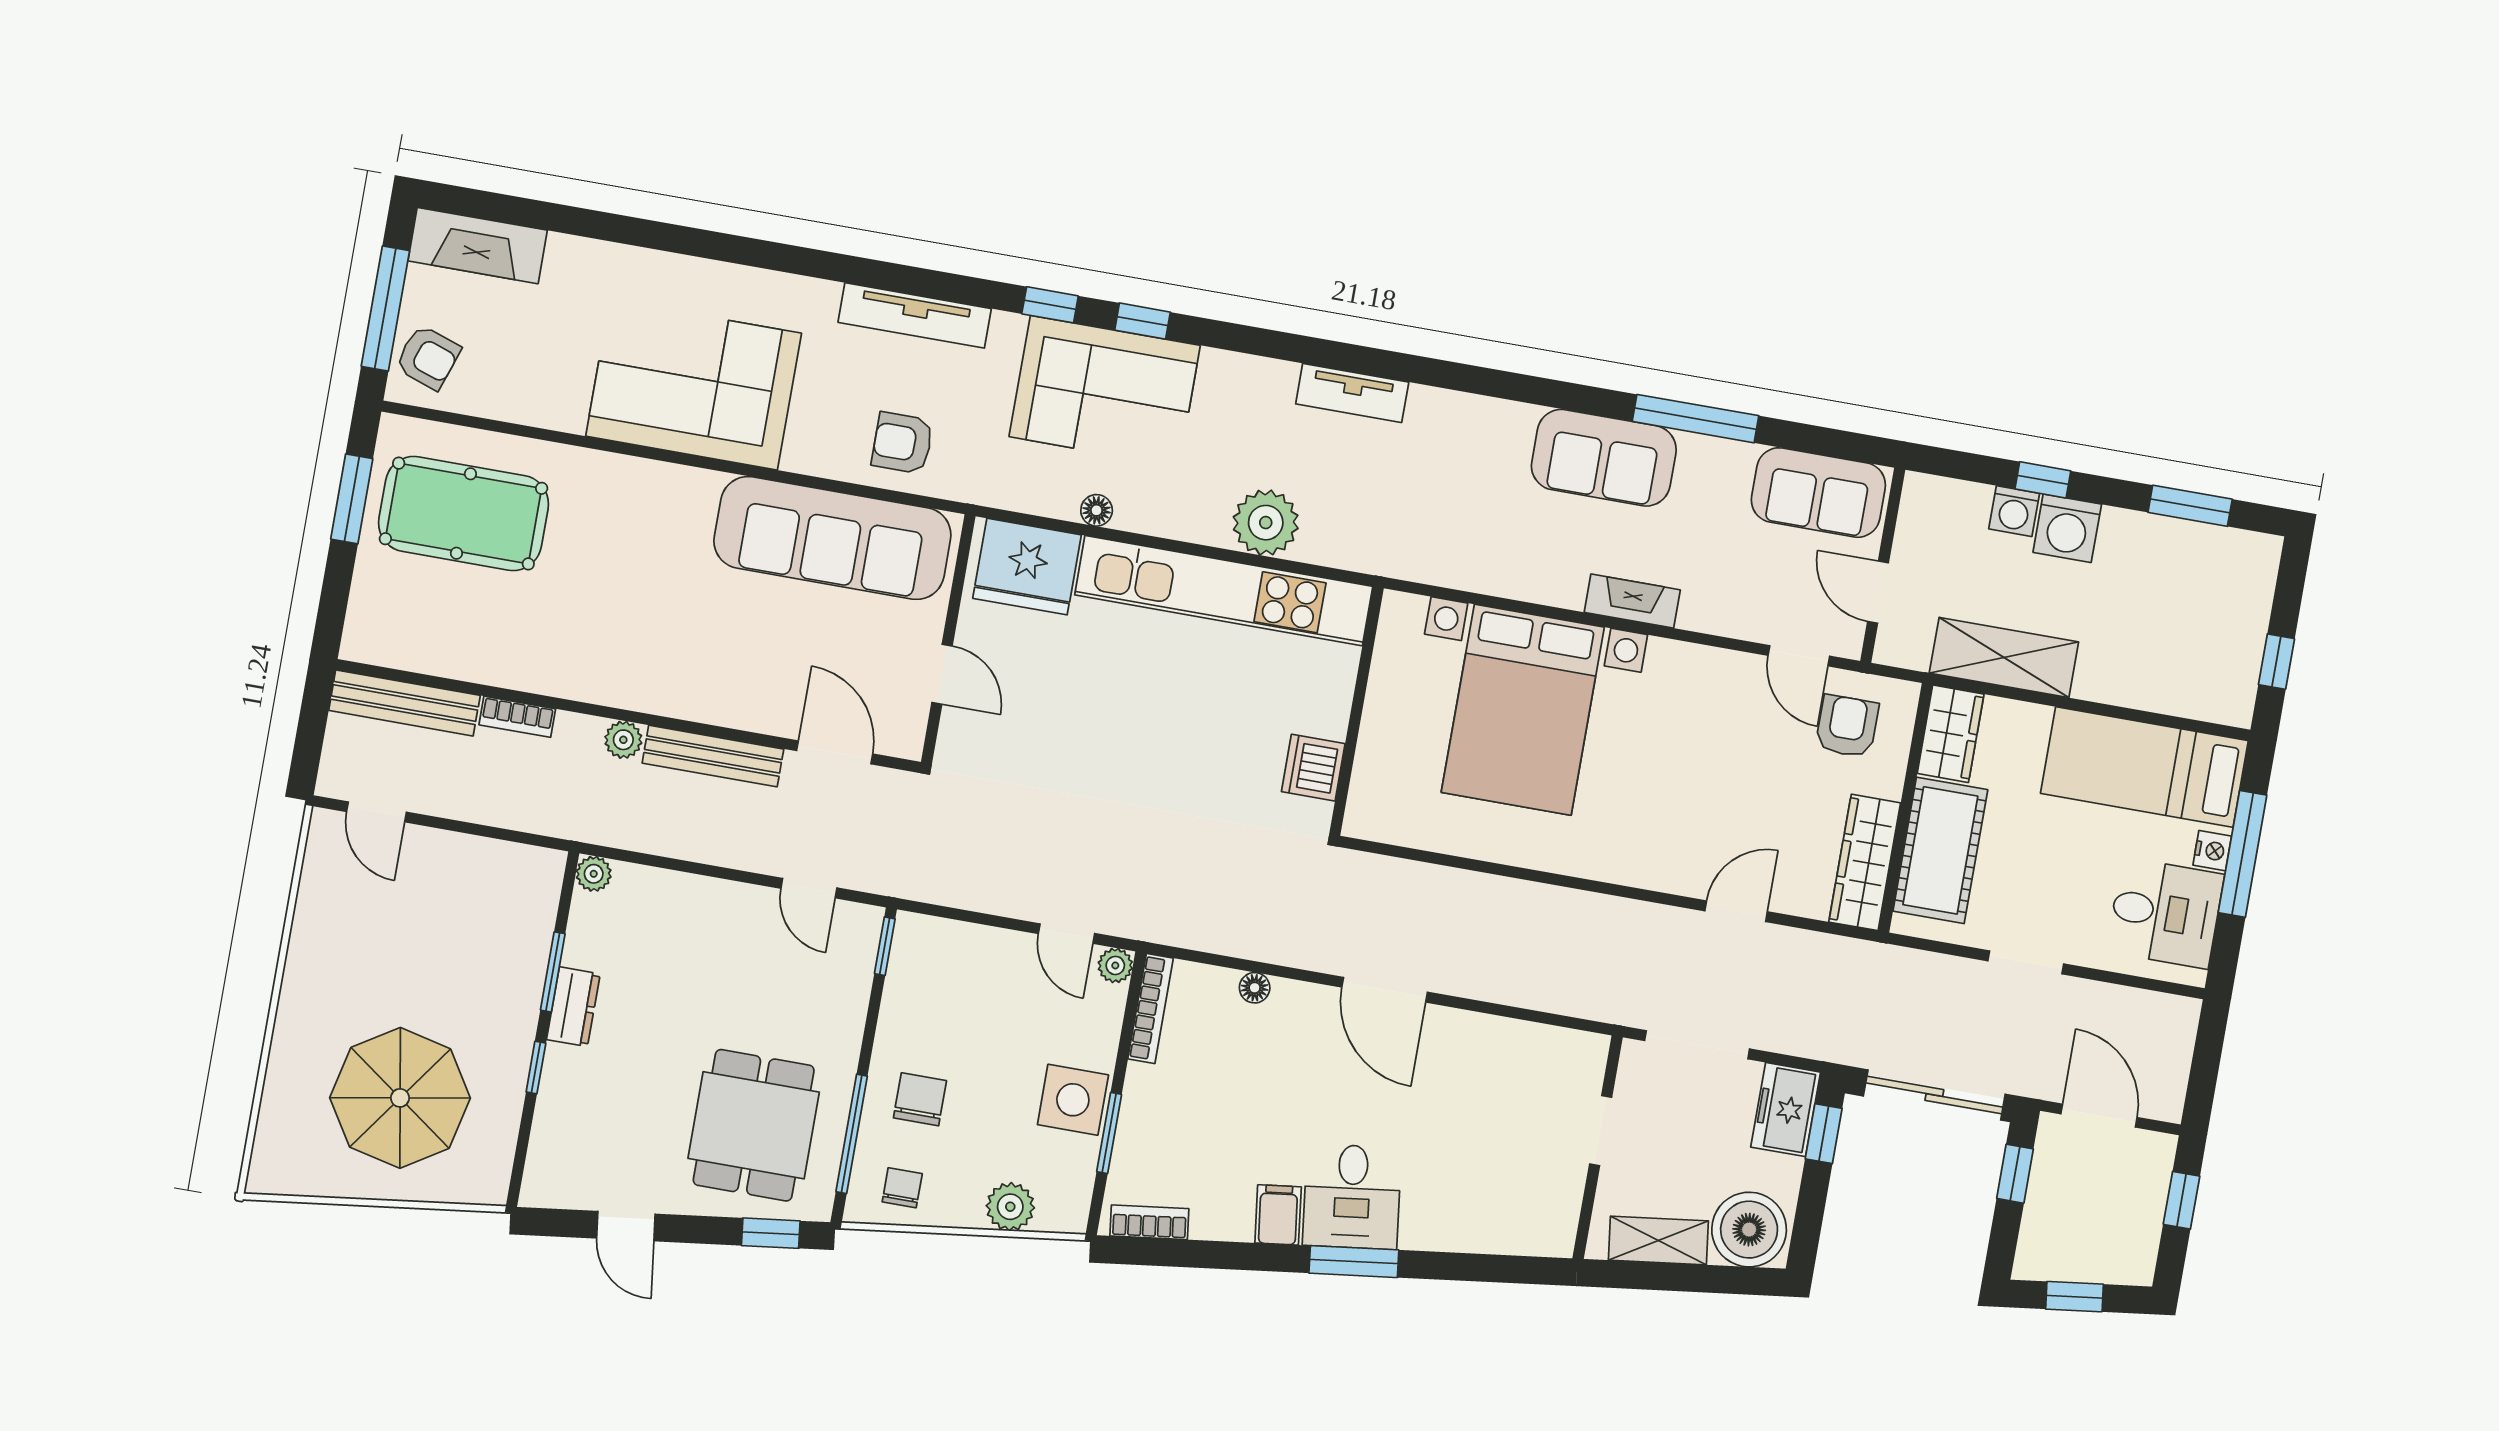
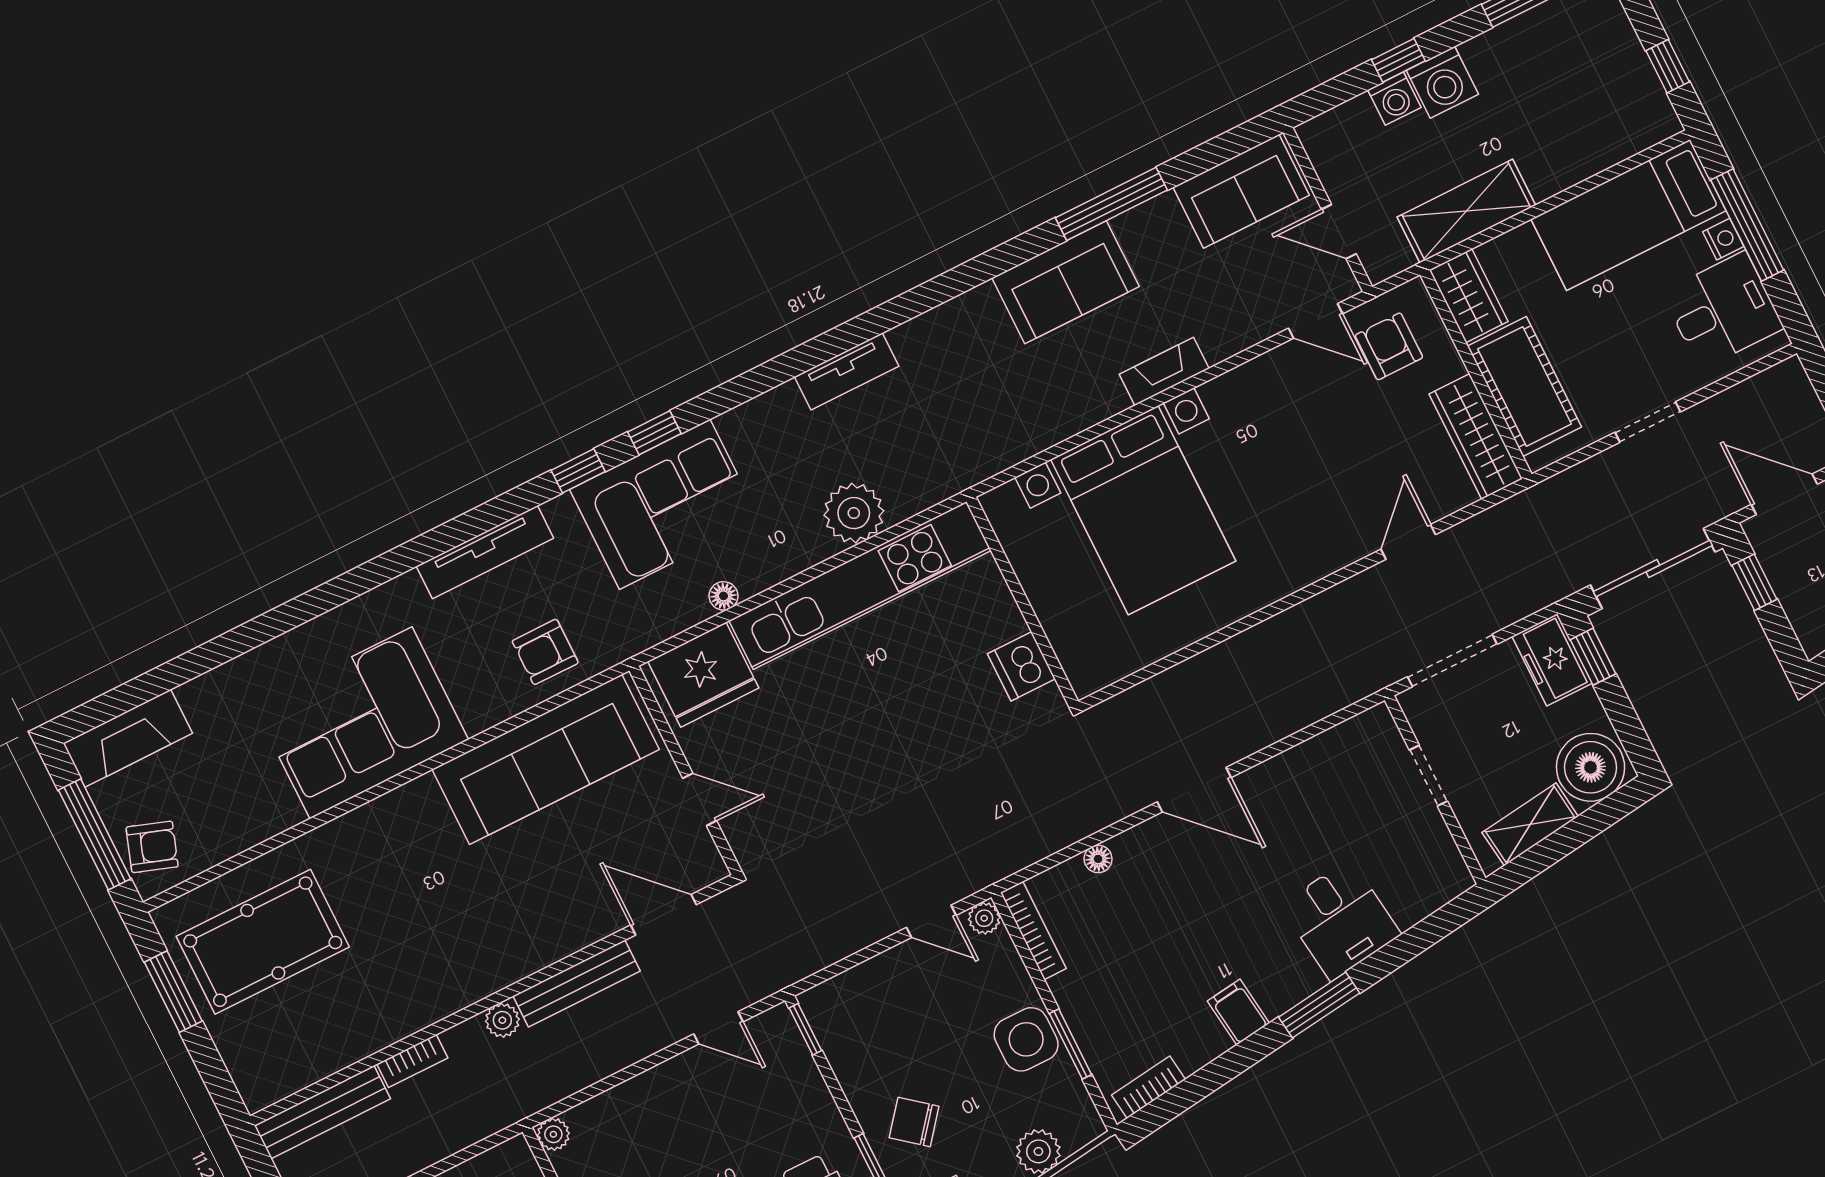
chair: (920, 1099) -> (914, 1122), turned -51
desk: (1352, 1197) -> (1340, 920), moved

